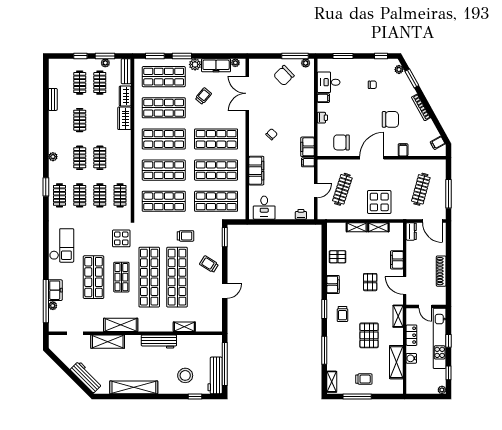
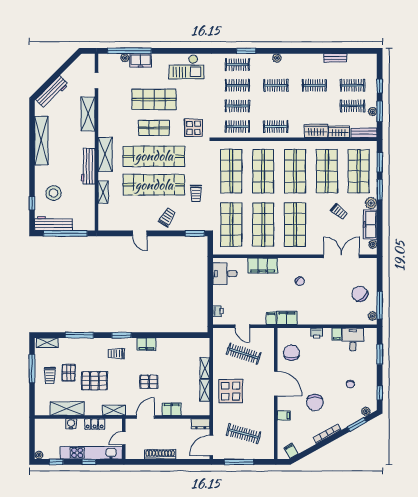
clothes rail: (100, 158) -> (276, 127), moved
pallet: (338, 257) -> (69, 373), moved
shelving: (121, 325) -> (105, 154), moved

